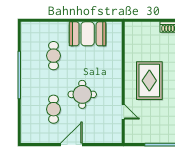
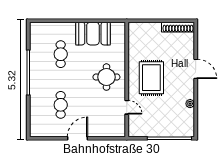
round table: (82, 94) -> (106, 77), moved

